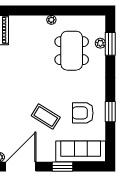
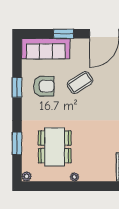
plant: (100, 43) -> (27, 176), moved
window: (110, 44) -> (17, 143), moved
coffee table: (46, 117) -> (80, 83), turned -65

